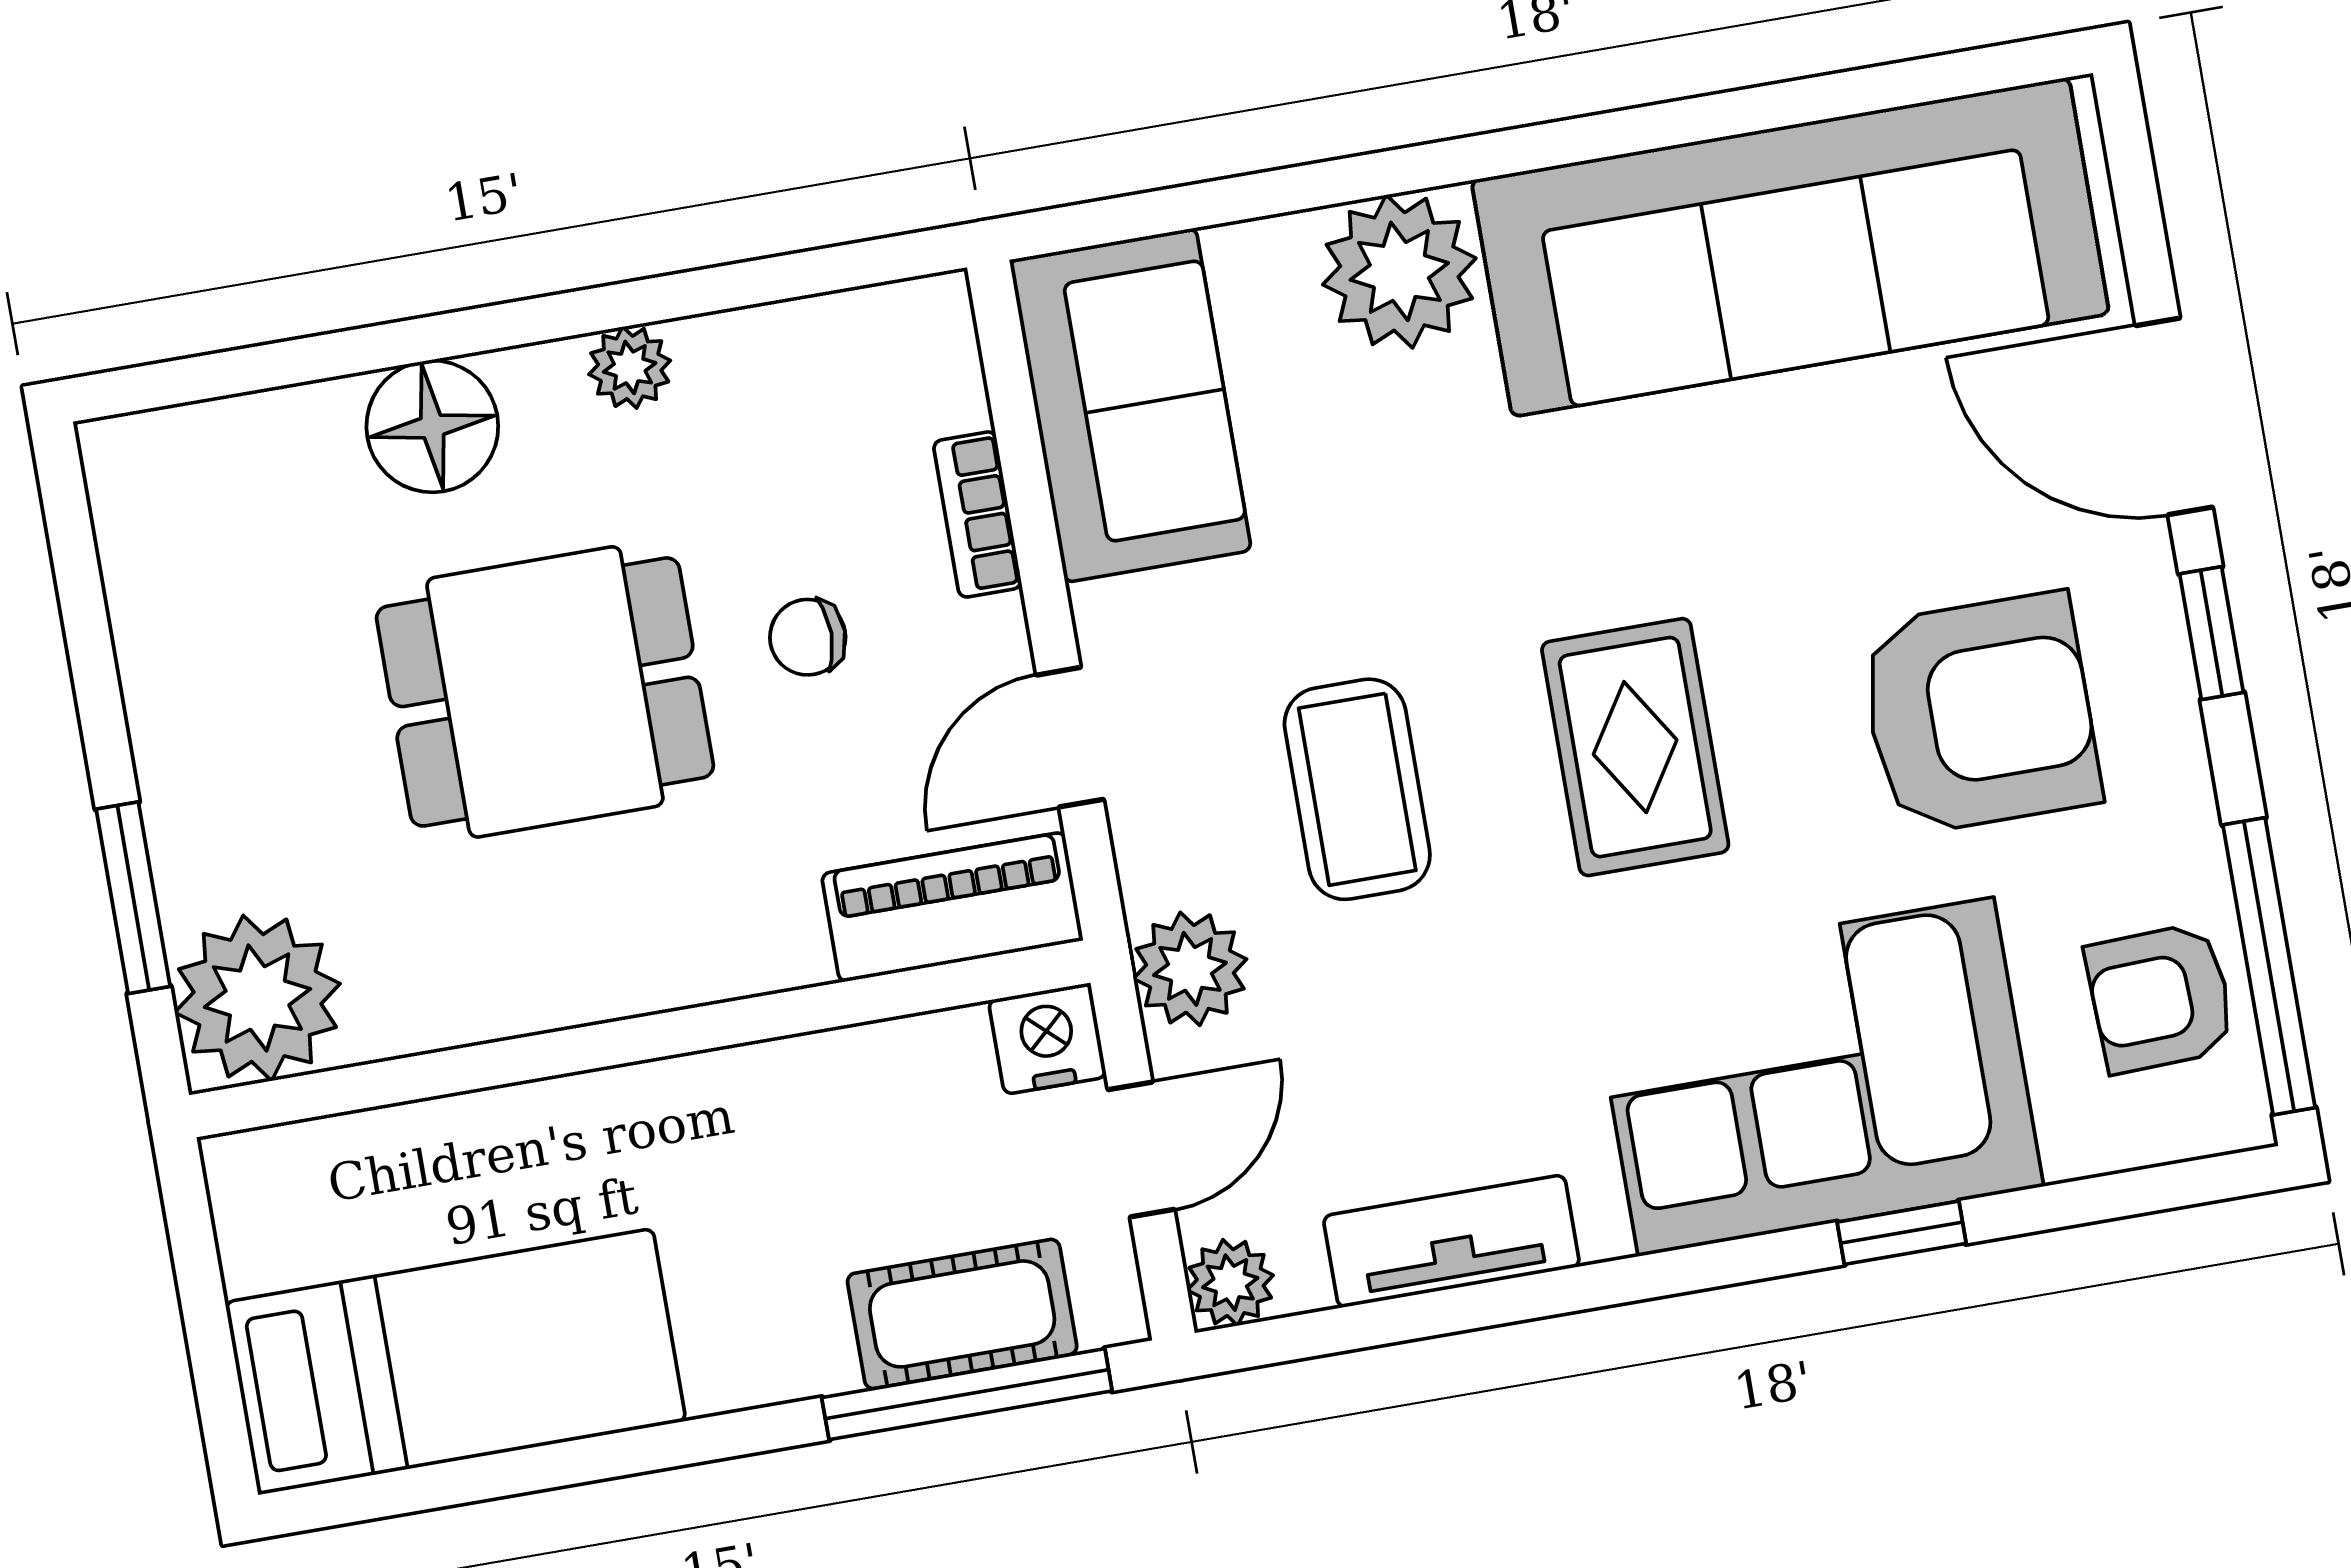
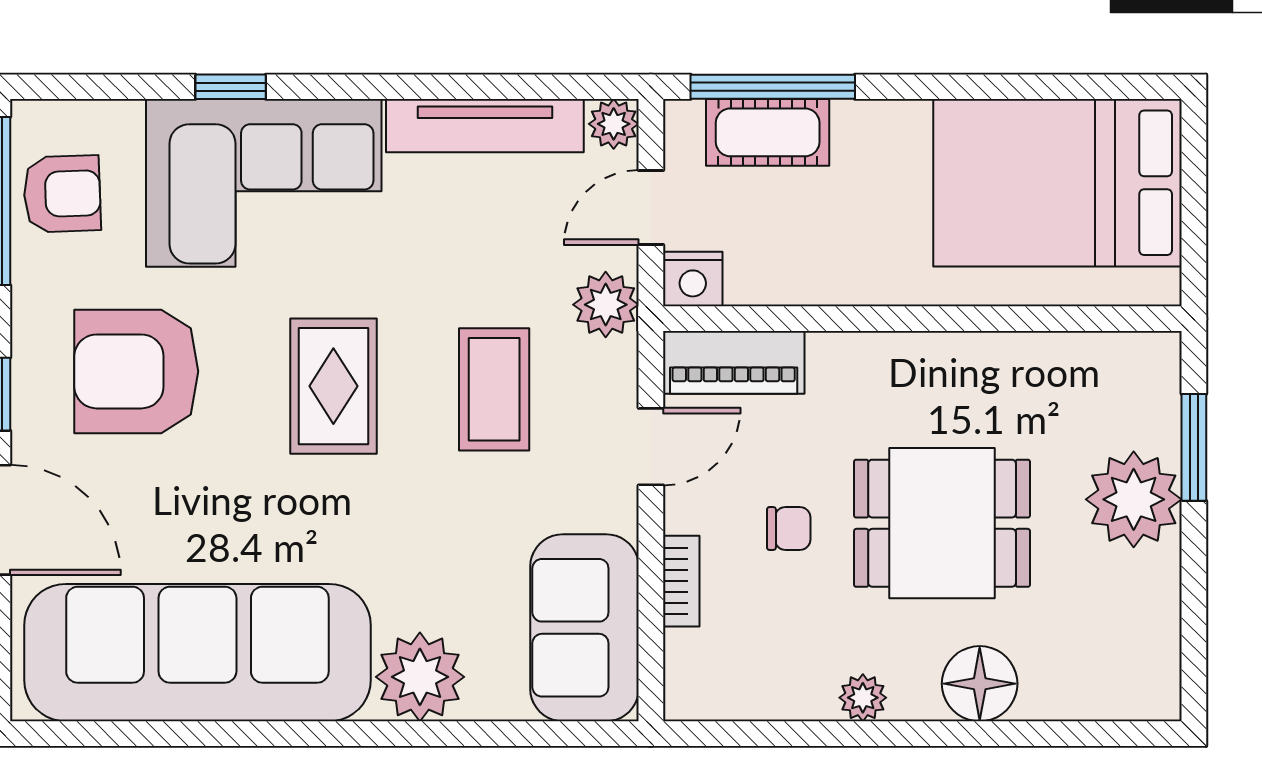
plant: (257, 998) -> (1134, 499), moved
tv unit: (1451, 1241) -> (485, 126), width x1.41
bed: (455, 1362) -> (1058, 183), width x1.50

